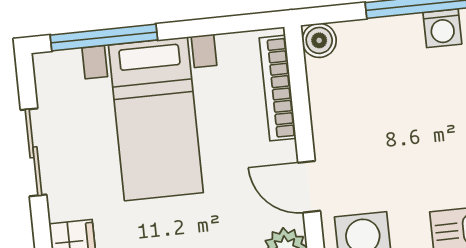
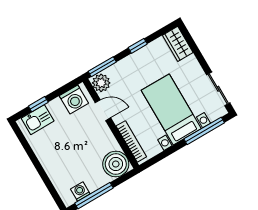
boiler: (319, 40) -> (116, 164), width x1.86, depth x1.86
sliding door: (34, 152) -> (218, 89), moved

